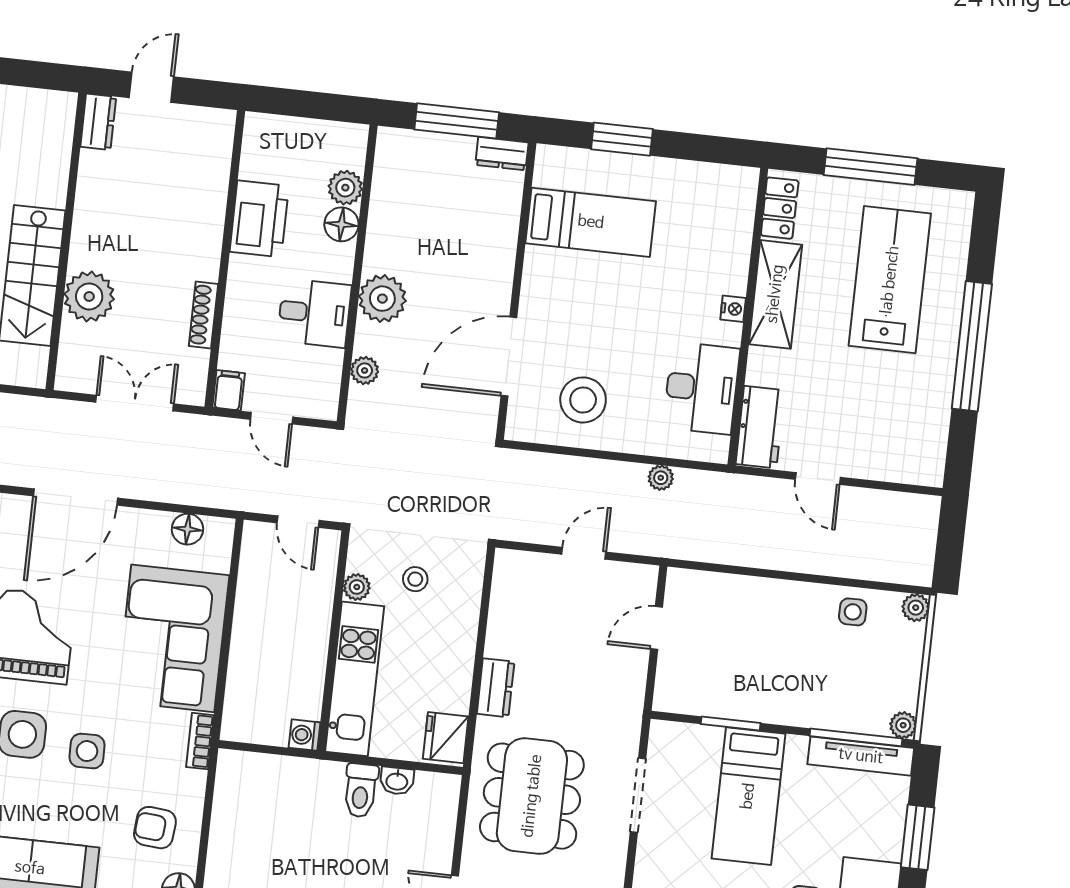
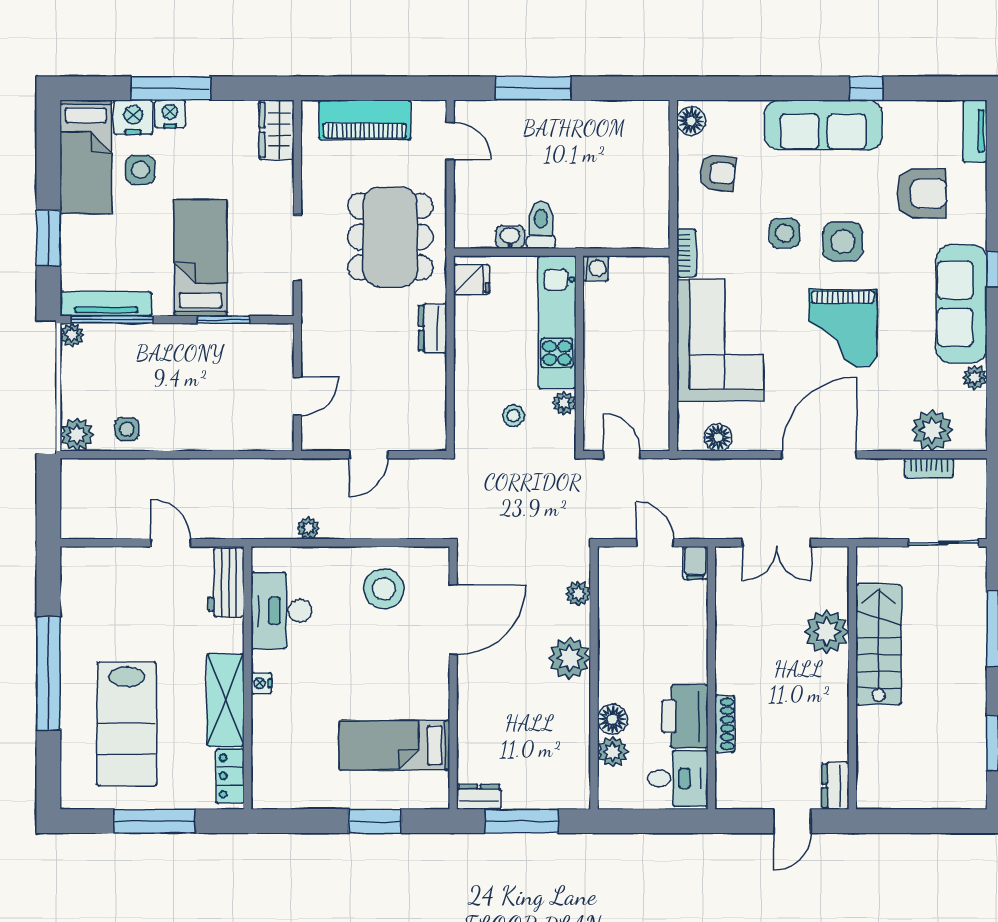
desk: (314, 313) -> (678, 778), moved, turned 180
shoe rack: (203, 315) -> (725, 724), moved
plant: (916, 608) -> (77, 435), width x1.38, depth x1.38
fridge: (446, 738) -> (472, 280), width x0.72

